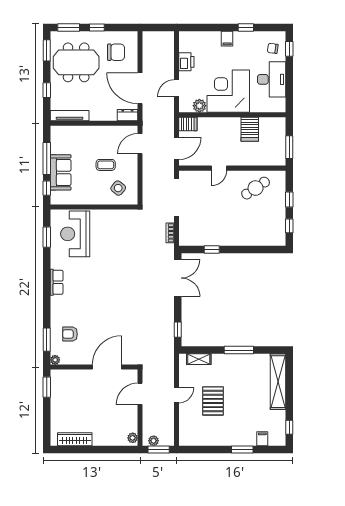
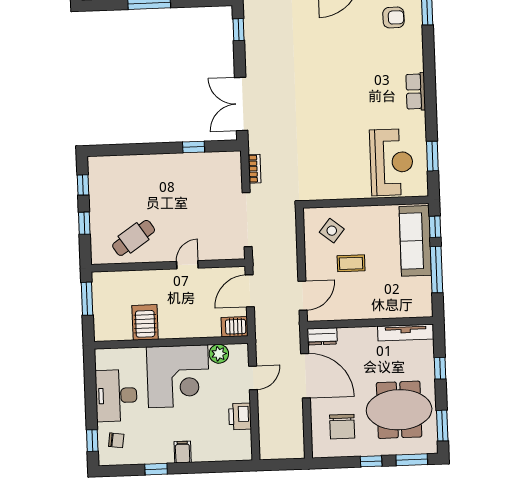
chair: (116, 52) -> (342, 427), turned -90
sofa: (61, 172) -> (415, 241), width x1.36

